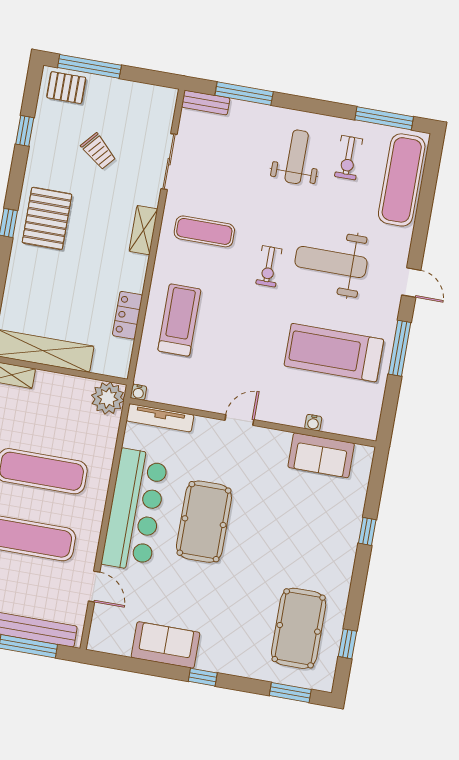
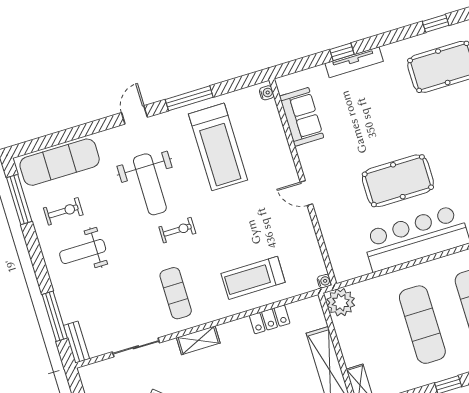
tv unit: (160, 418) -> (354, 62), moved, turned 90
water cooler: (313, 423) -> (267, 93), moved

